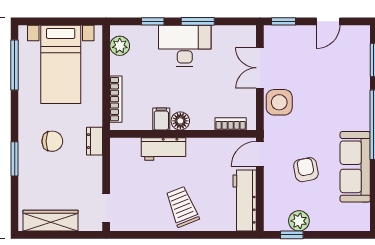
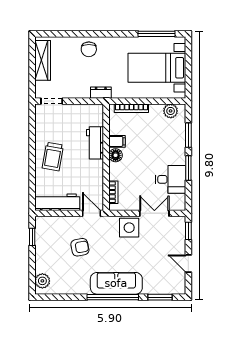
window: (153, 21) -> (188, 135), width x1.50
desk: (185, 46) -> (171, 179), moved, width x0.73
chair: (52, 141) -> (89, 49), moved
window: (15, 159) -> (88, 34), removed
sofa: (355, 167) -> (116, 283), moved
trolley: (182, 207) -> (53, 157), turned 122
plant: (299, 221) -> (42, 281), moved

